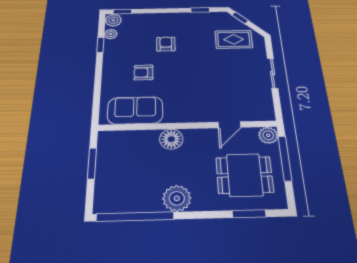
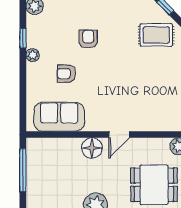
plant: (111, 34) -> (33, 55), moved
door: (229, 125) -> (119, 134), moved
window: (92, 163) -> (23, 170), width x1.44

